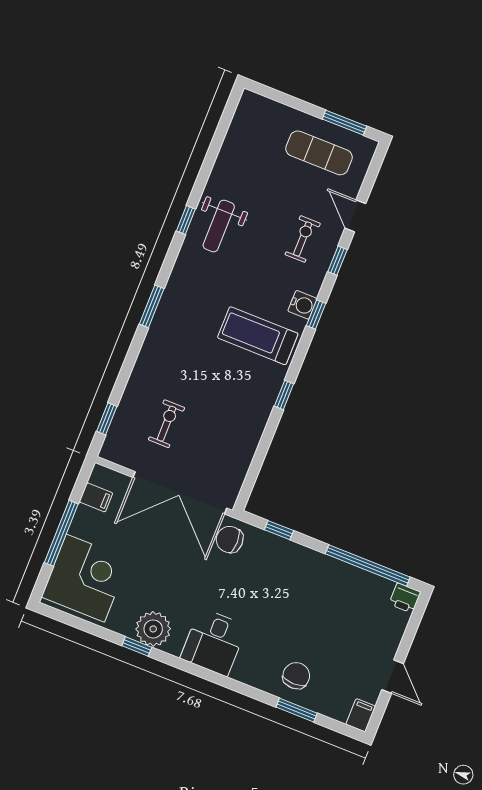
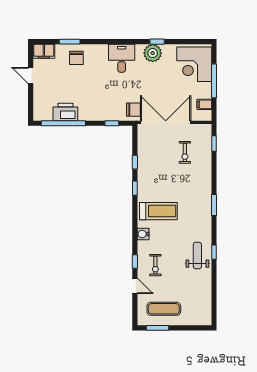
window: (316, 314) -> (135, 162), moved
printer: (405, 598) -> (65, 112), moved, width x1.87, depth x1.48
filing cabinet: (361, 715) -> (44, 51), width x2.00

